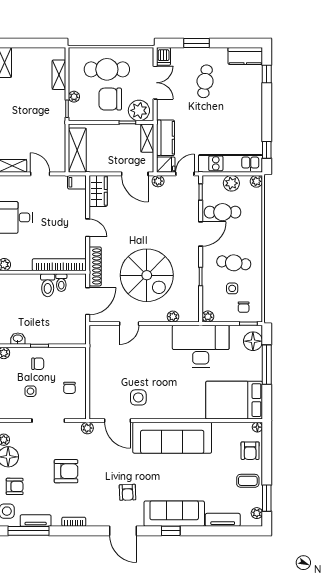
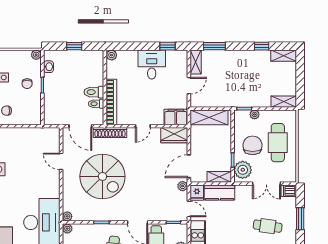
shelving: (59, 75) -> (284, 102), moved
filing cabinet: (77, 182) -> (176, 117), width x2.00
spiral stairs: (147, 275) -> (102, 176), turned -90
plant: (173, 317) -> (67, 216), moved

